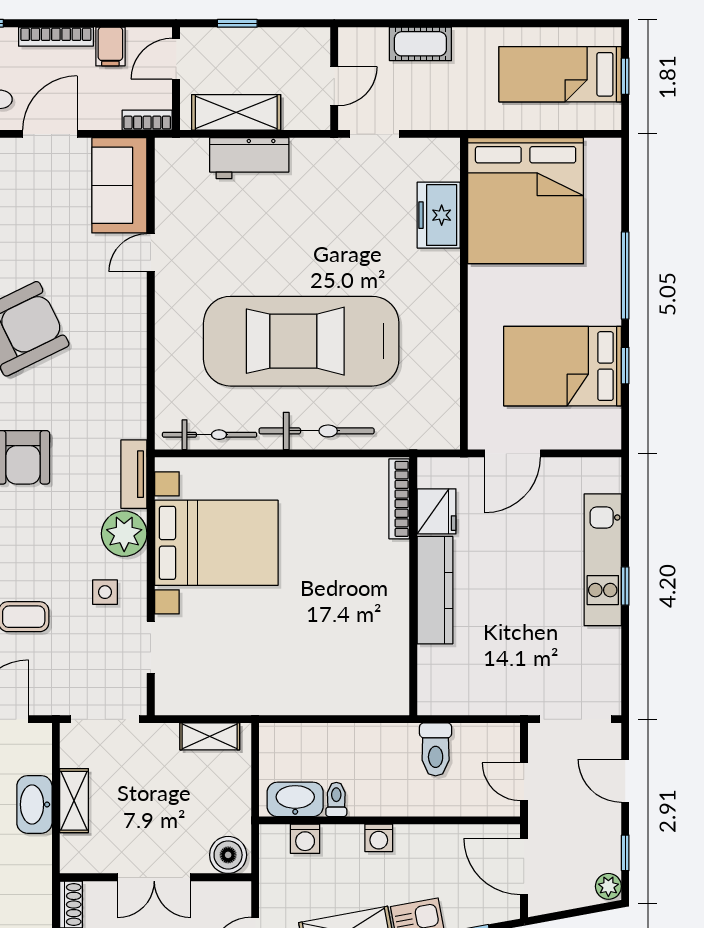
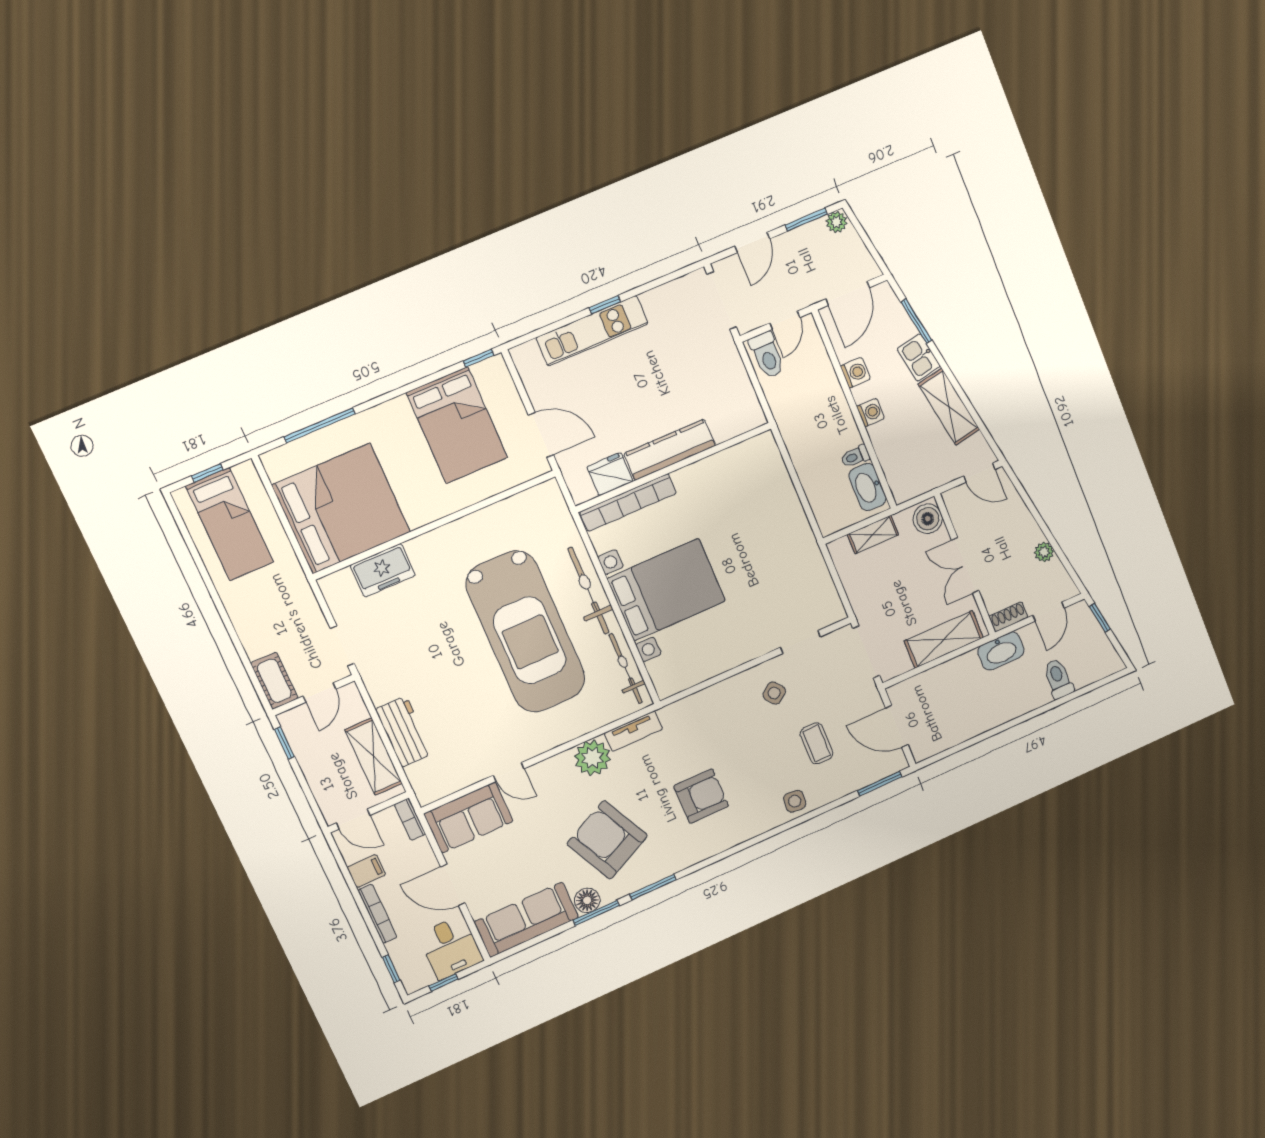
window: (237, 23) -> (284, 743), moved
cot: (420, 44) -> (274, 681), moved
door: (334, 86) -> (319, 693), swing flipped
window: (625, 276) -> (320, 425), moved
window: (625, 366) -> (478, 358), moved
tv unit: (134, 474) -> (633, 731), moved
bookcase: (399, 499) -> (628, 502), width x1.48, depth x1.31
plant: (124, 534) -> (592, 758), moved
bed with nightstands: (216, 543) -> (666, 590), moved, turned 90
side table: (105, 592) -> (774, 693), turned -37
shelving: (210, 736) -> (873, 534), moved, turned 90
toilet: (436, 749) -> (767, 355), moved, turned 90
shelving: (74, 801) -> (944, 639), width x1.50, depth x1.33
washbasin: (34, 804) -> (1001, 651), moved
washing machine: (305, 839) -> (855, 373), moved
window: (625, 853) -> (806, 220), width x1.50
double door: (154, 877) -> (965, 565), swing flipped

